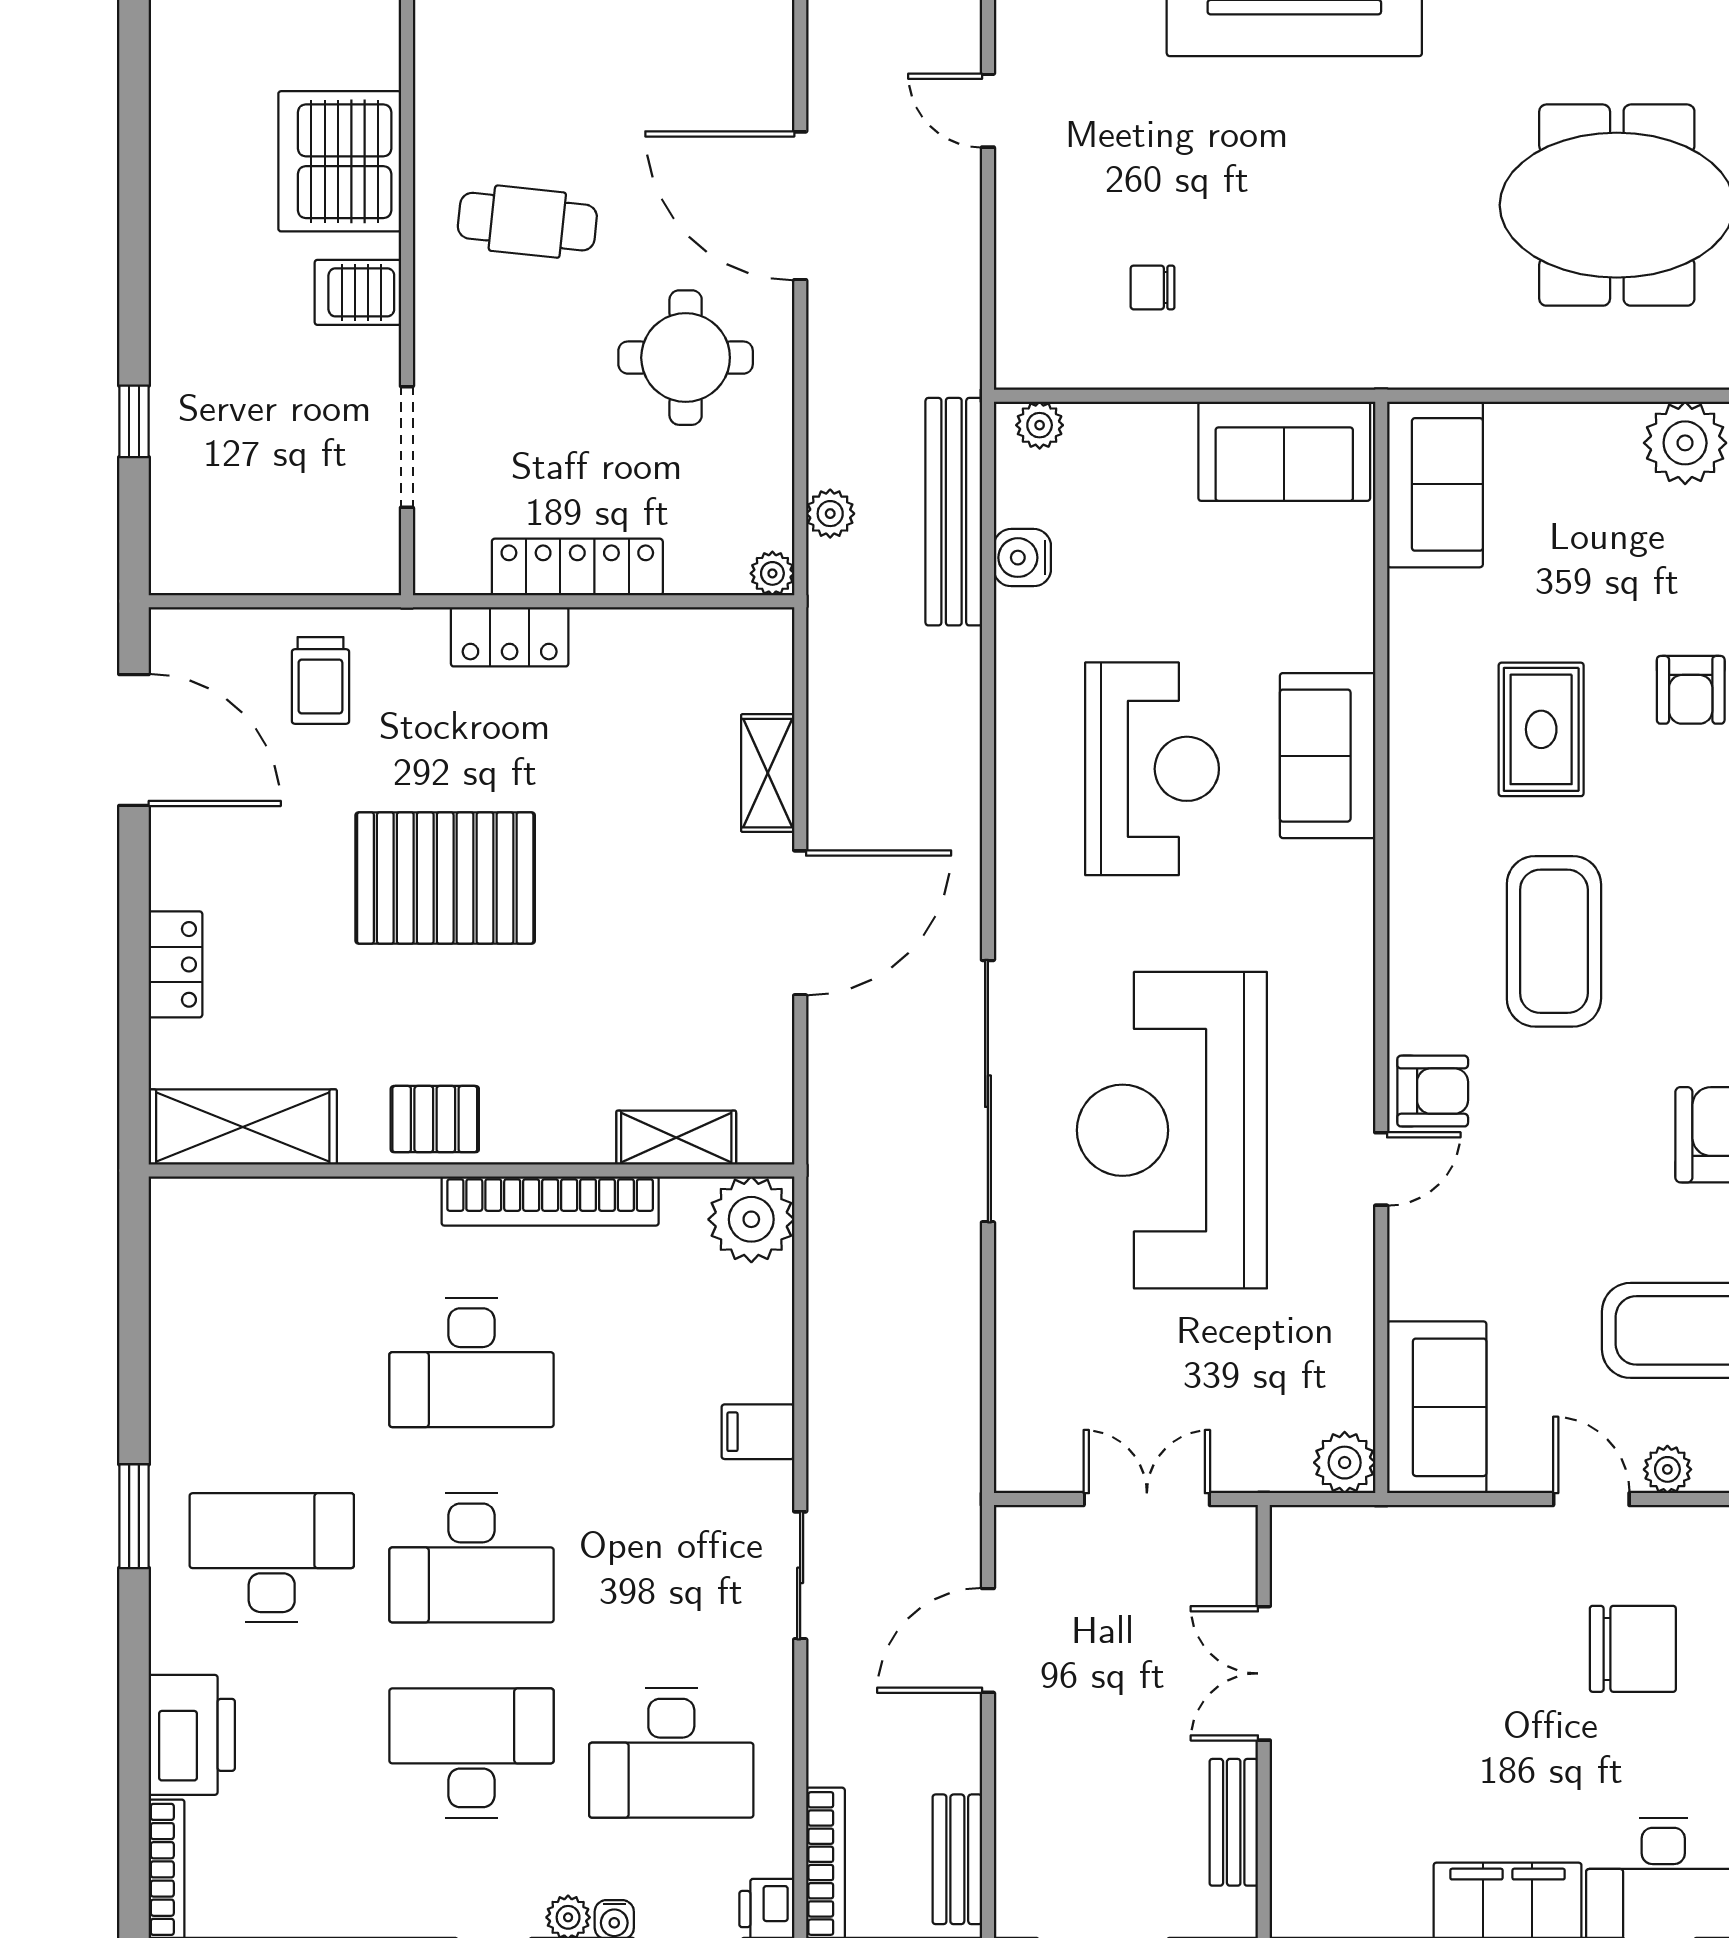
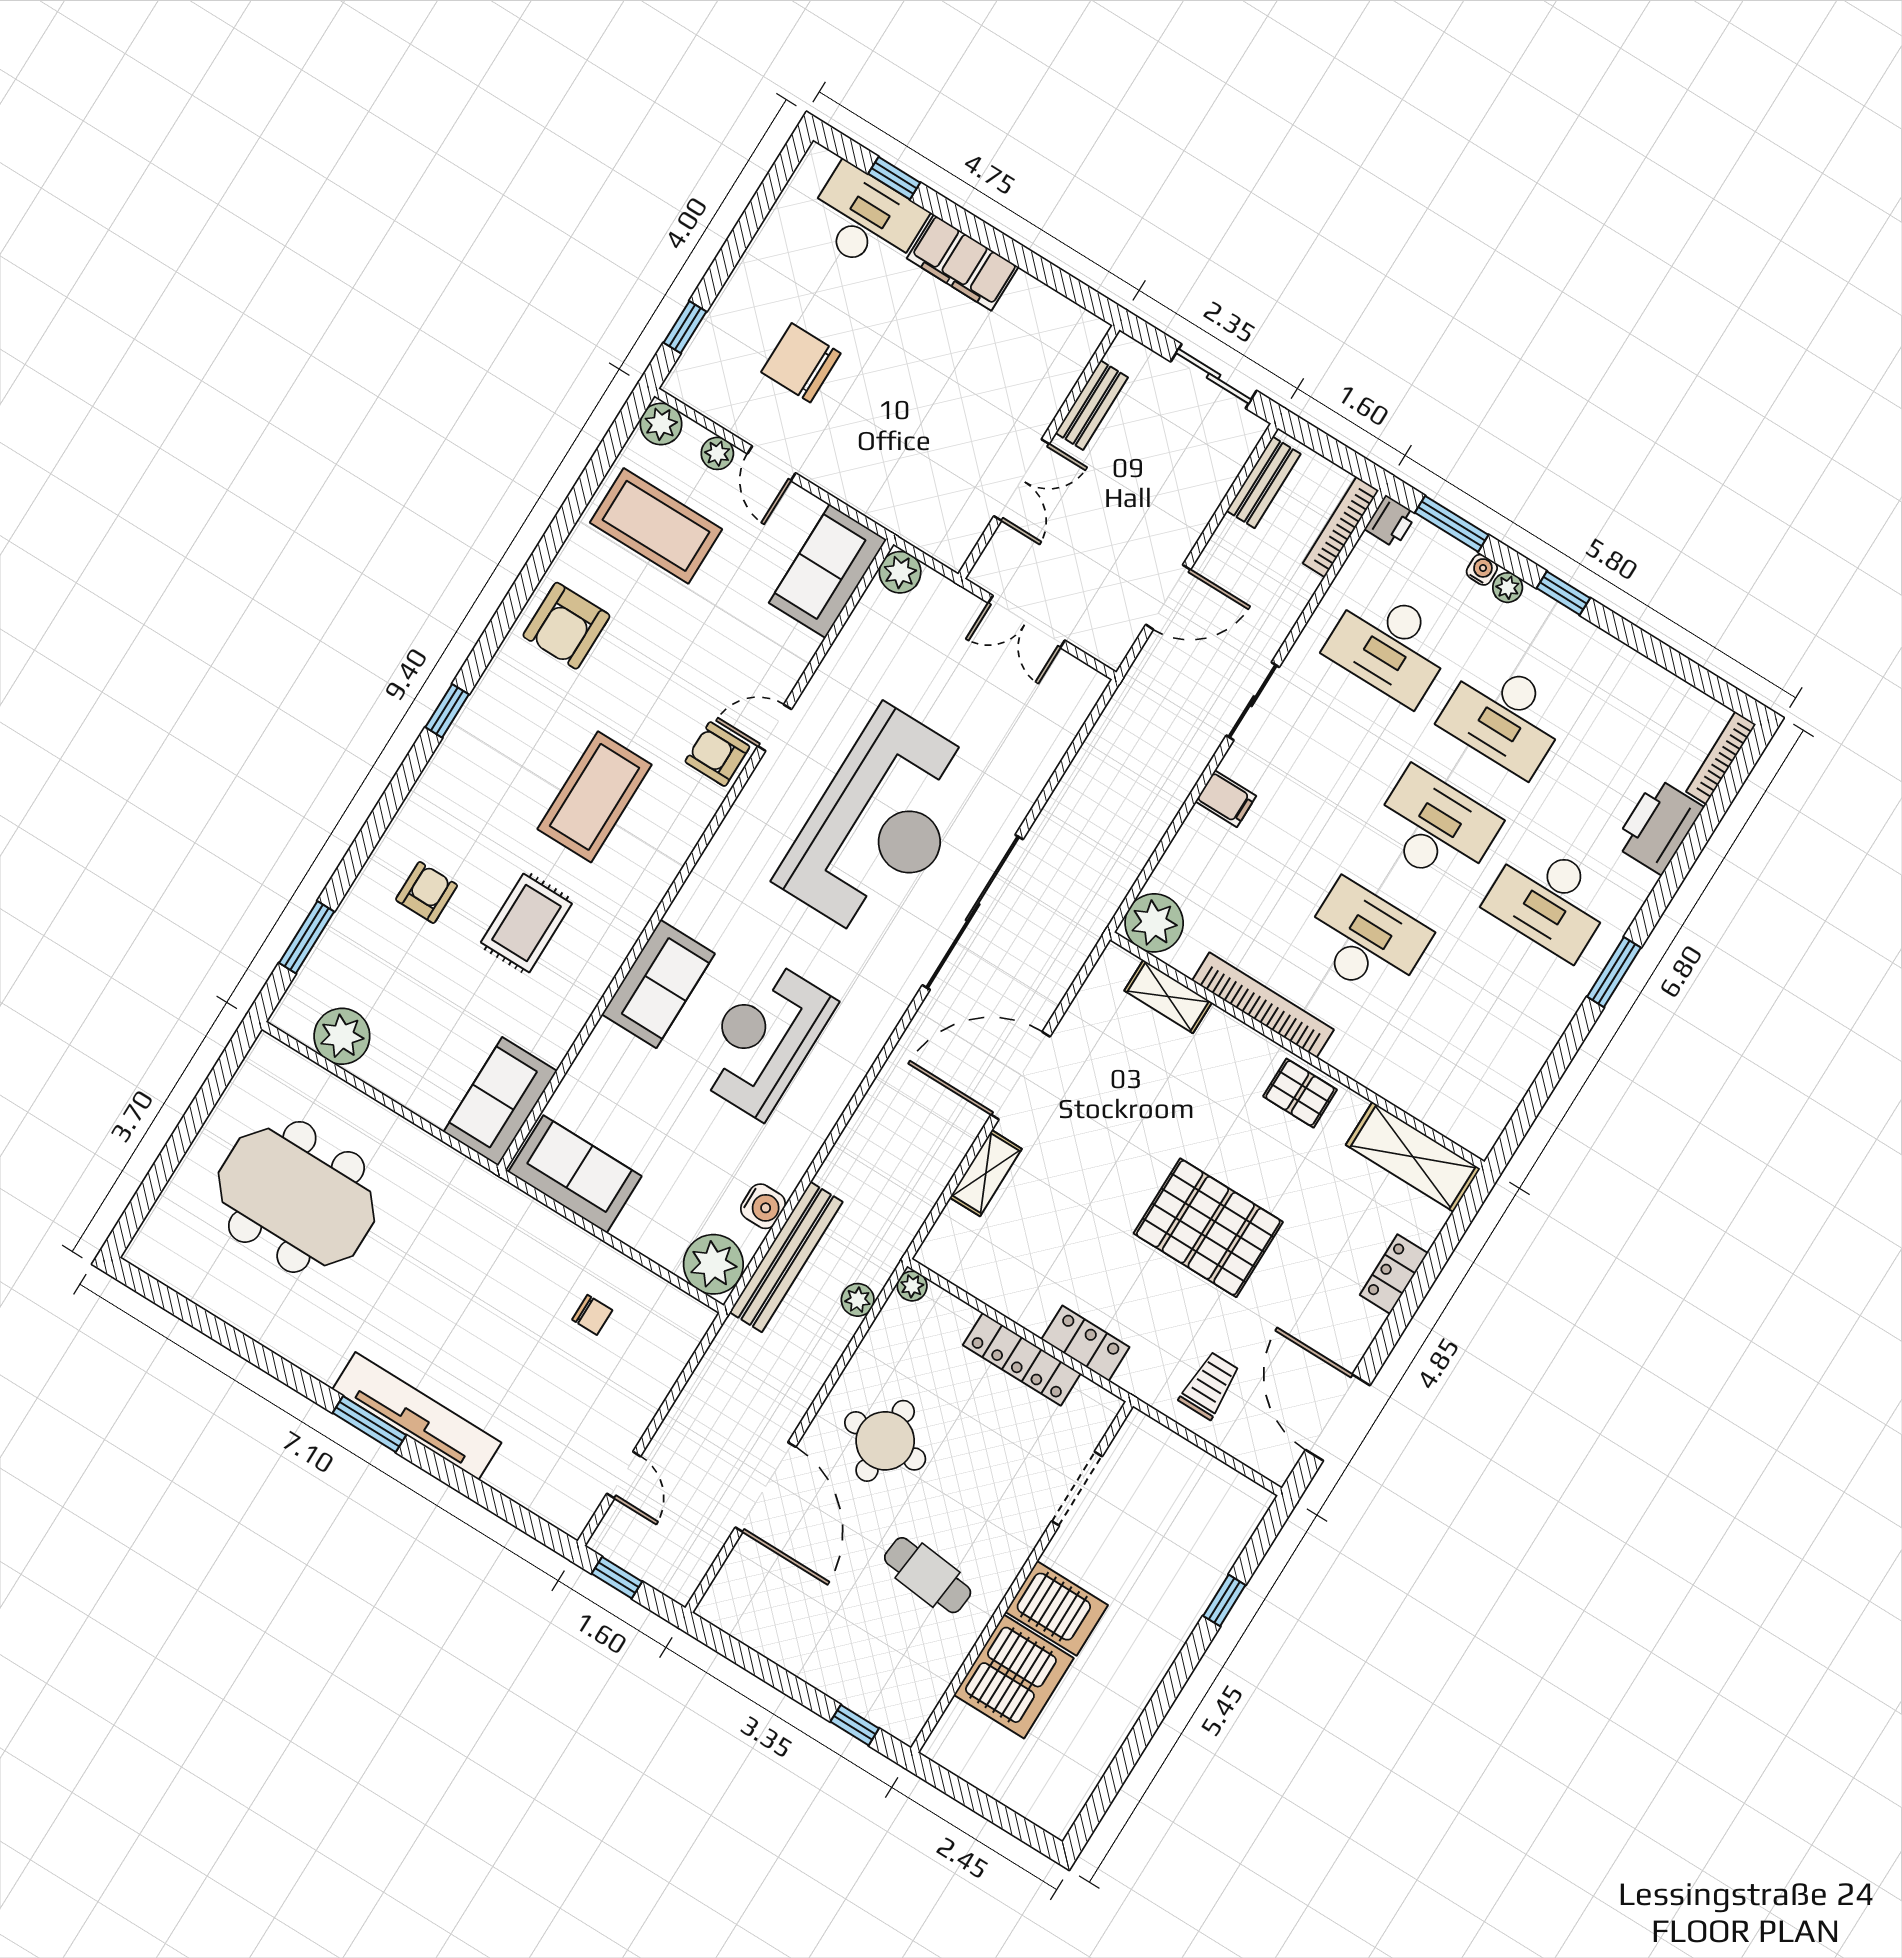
server rack: (358, 292) -> (1057, 1608), width x1.36, depth x1.44
plant: (1040, 425) -> (713, 1264), width x1.87, depth x1.87
desk: (671, 1753) -> (1390, 645), turned 180

